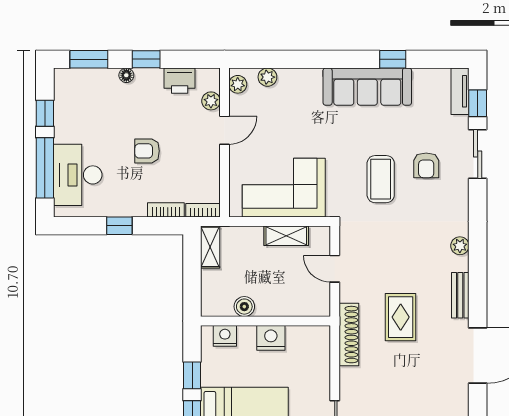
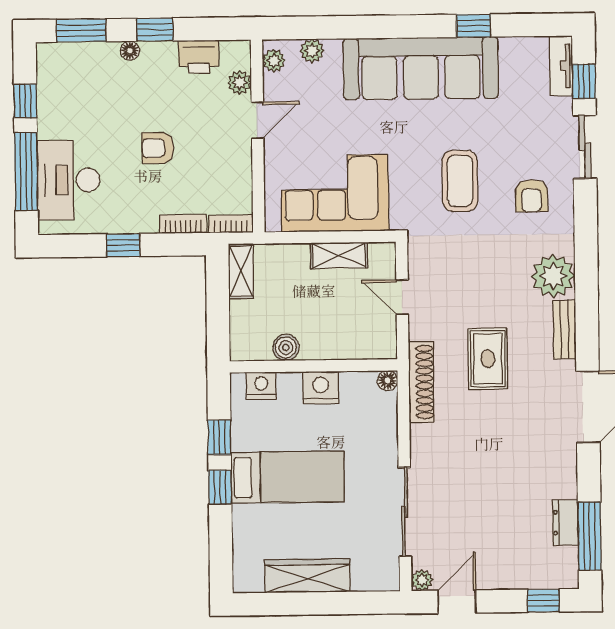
sofa: (367, 87) -> (421, 68), width x1.36, depth x1.27
armchair: (426, 165) -> (532, 196), moved
plant: (460, 246) -> (553, 276), width x1.88, depth x1.88
floor lamp: (323, 333) -> (388, 381), added

